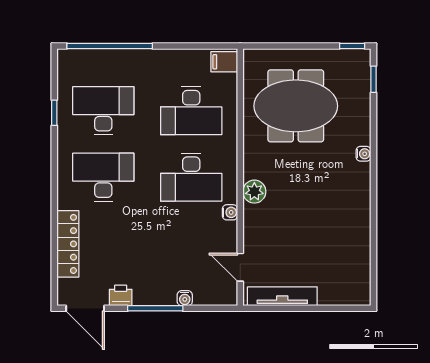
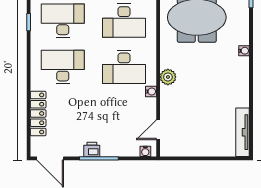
door: (240, 267) -> (158, 130), hinge flipped
printer: (121, 295) -> (92, 149), moved
tv unit: (282, 296) -> (243, 132), moved, turned -90
water cooler: (185, 298) -> (145, 151), moved

